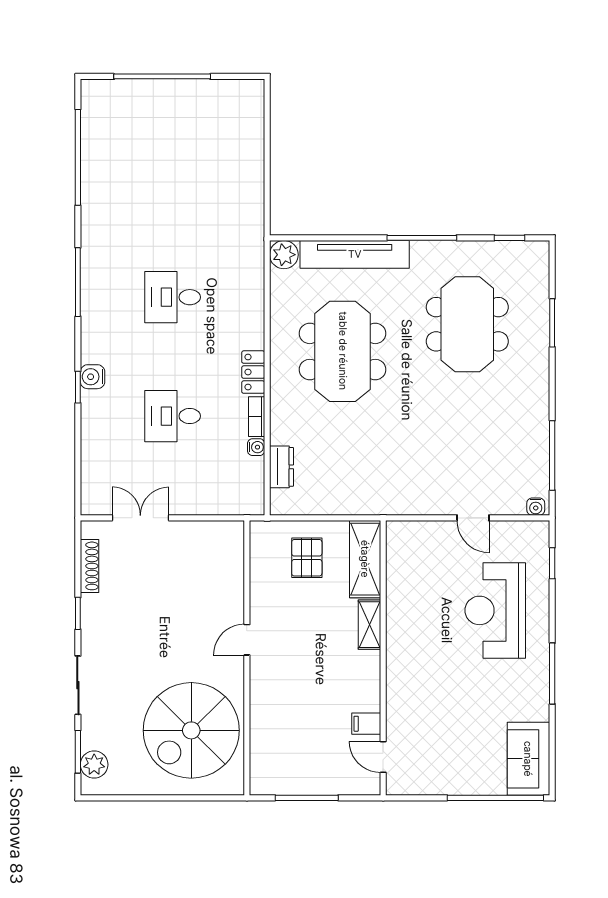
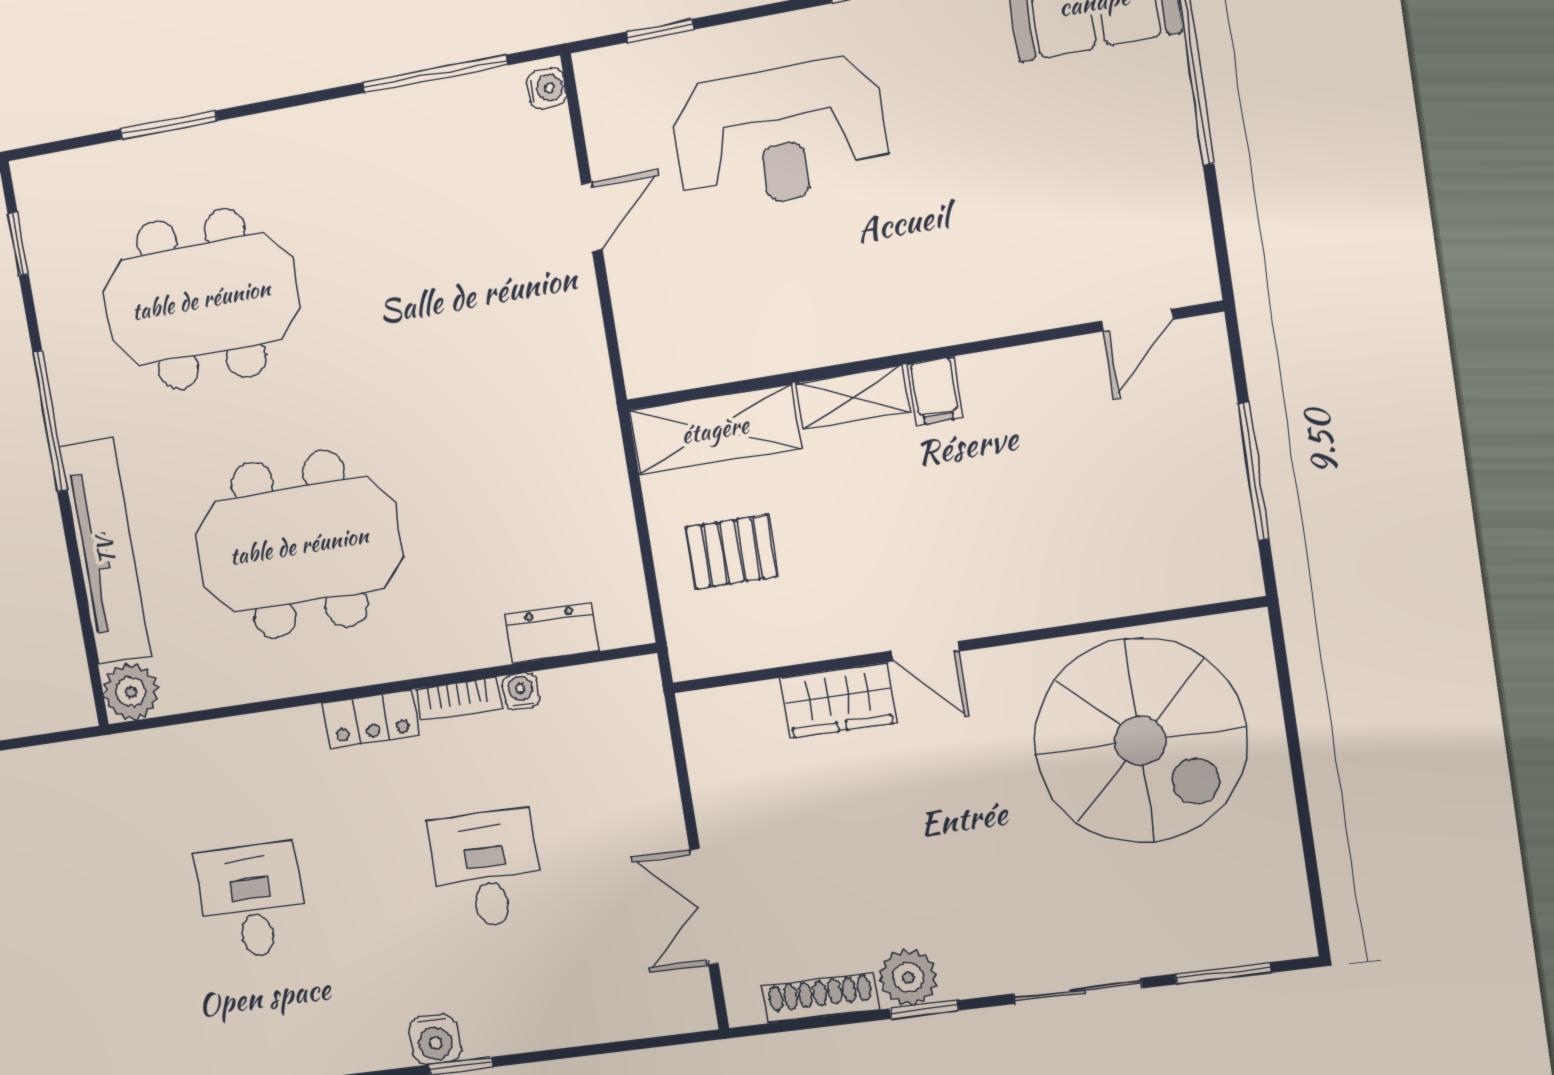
desk: (173, 297) -> (252, 901), turned 180
desk: (173, 416) -> (486, 869), turned 180
wardrobe: (230, 596) -> (838, 700), added
filing cabinet: (366, 724) -> (935, 391), moved
plant: (94, 765) -> (908, 978), moved

